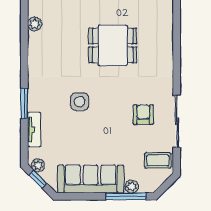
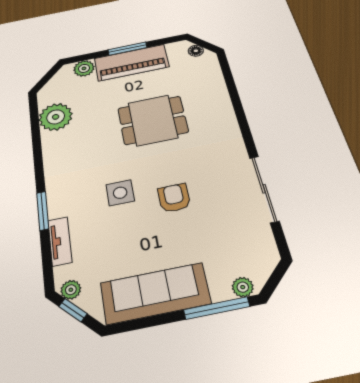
plant: (35, 24) -> (56, 117), width x1.87, depth x1.87
armchair: (143, 115) -> (174, 198), moved
coffee table: (158, 160) -> (252, 246), removed
plant: (132, 187) -> (243, 287), moved

